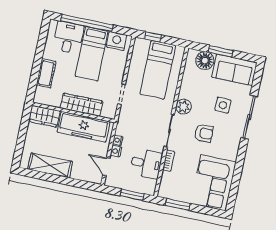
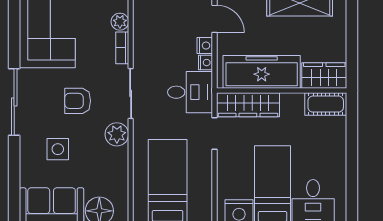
cot: (46, 73) -> (326, 104), moved, turned 90
wardrobe: (81, 105) -> (248, 105), moved
sliding door: (249, 117) -> (14, 102), moved
desk: (146, 164) -> (190, 92), moved, turned 180
plant: (167, 178) -> (120, 22), added

